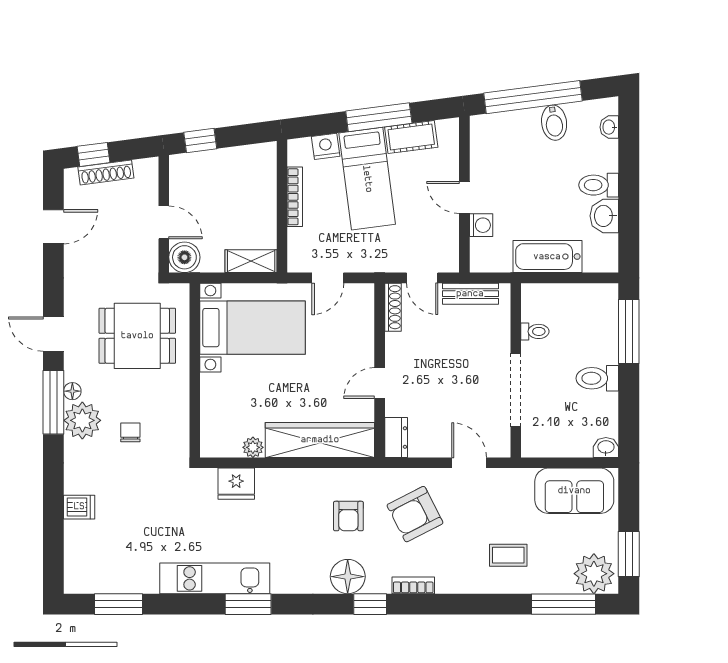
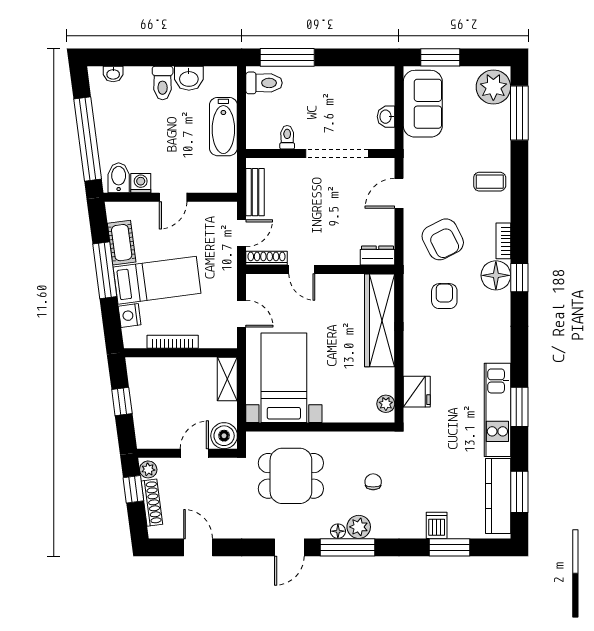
bidet: (554, 123) -> (119, 178), moved, turned -83
window: (200, 141) -> (122, 401), moved
window: (94, 154) -> (133, 489), moved
plant: (145, 168) -> (148, 469), added
washing machine: (481, 225) -> (141, 183), moved
dining table: (137, 336) -> (291, 476), turned 90
toilet: (597, 378) -> (264, 83), moved, turned -90
door: (380, 383) -> (302, 270), moved
plant: (82, 420) -> (359, 527), width x0.73, depth x0.73
chair: (130, 432) -> (373, 482), turned 90
plant: (253, 447) -> (386, 404), moved
washbasin: (606, 448) -> (386, 117), moved
armchair: (348, 516) -> (444, 296), turned -90
window: (53, 522) -> (450, 547), added
window: (629, 554) -> (440, 57), moved
coffee table: (508, 555) -> (490, 182), moved, turned 90
floor lamp: (348, 577) -> (496, 275), moved
kitchen counter: (114, 579) -> (498, 496), added
window: (248, 604) -> (519, 407), moved

